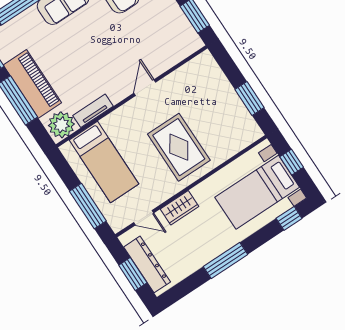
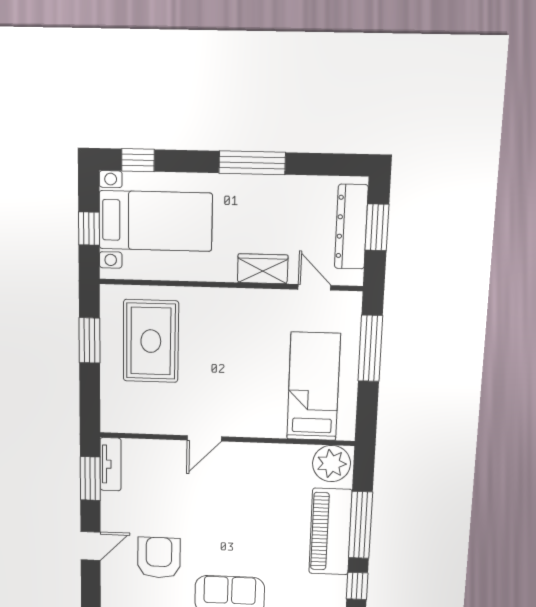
tv unit: (93, 111) -> (111, 464), moved, turned -90
rug: (179, 147) -> (151, 341), moved

